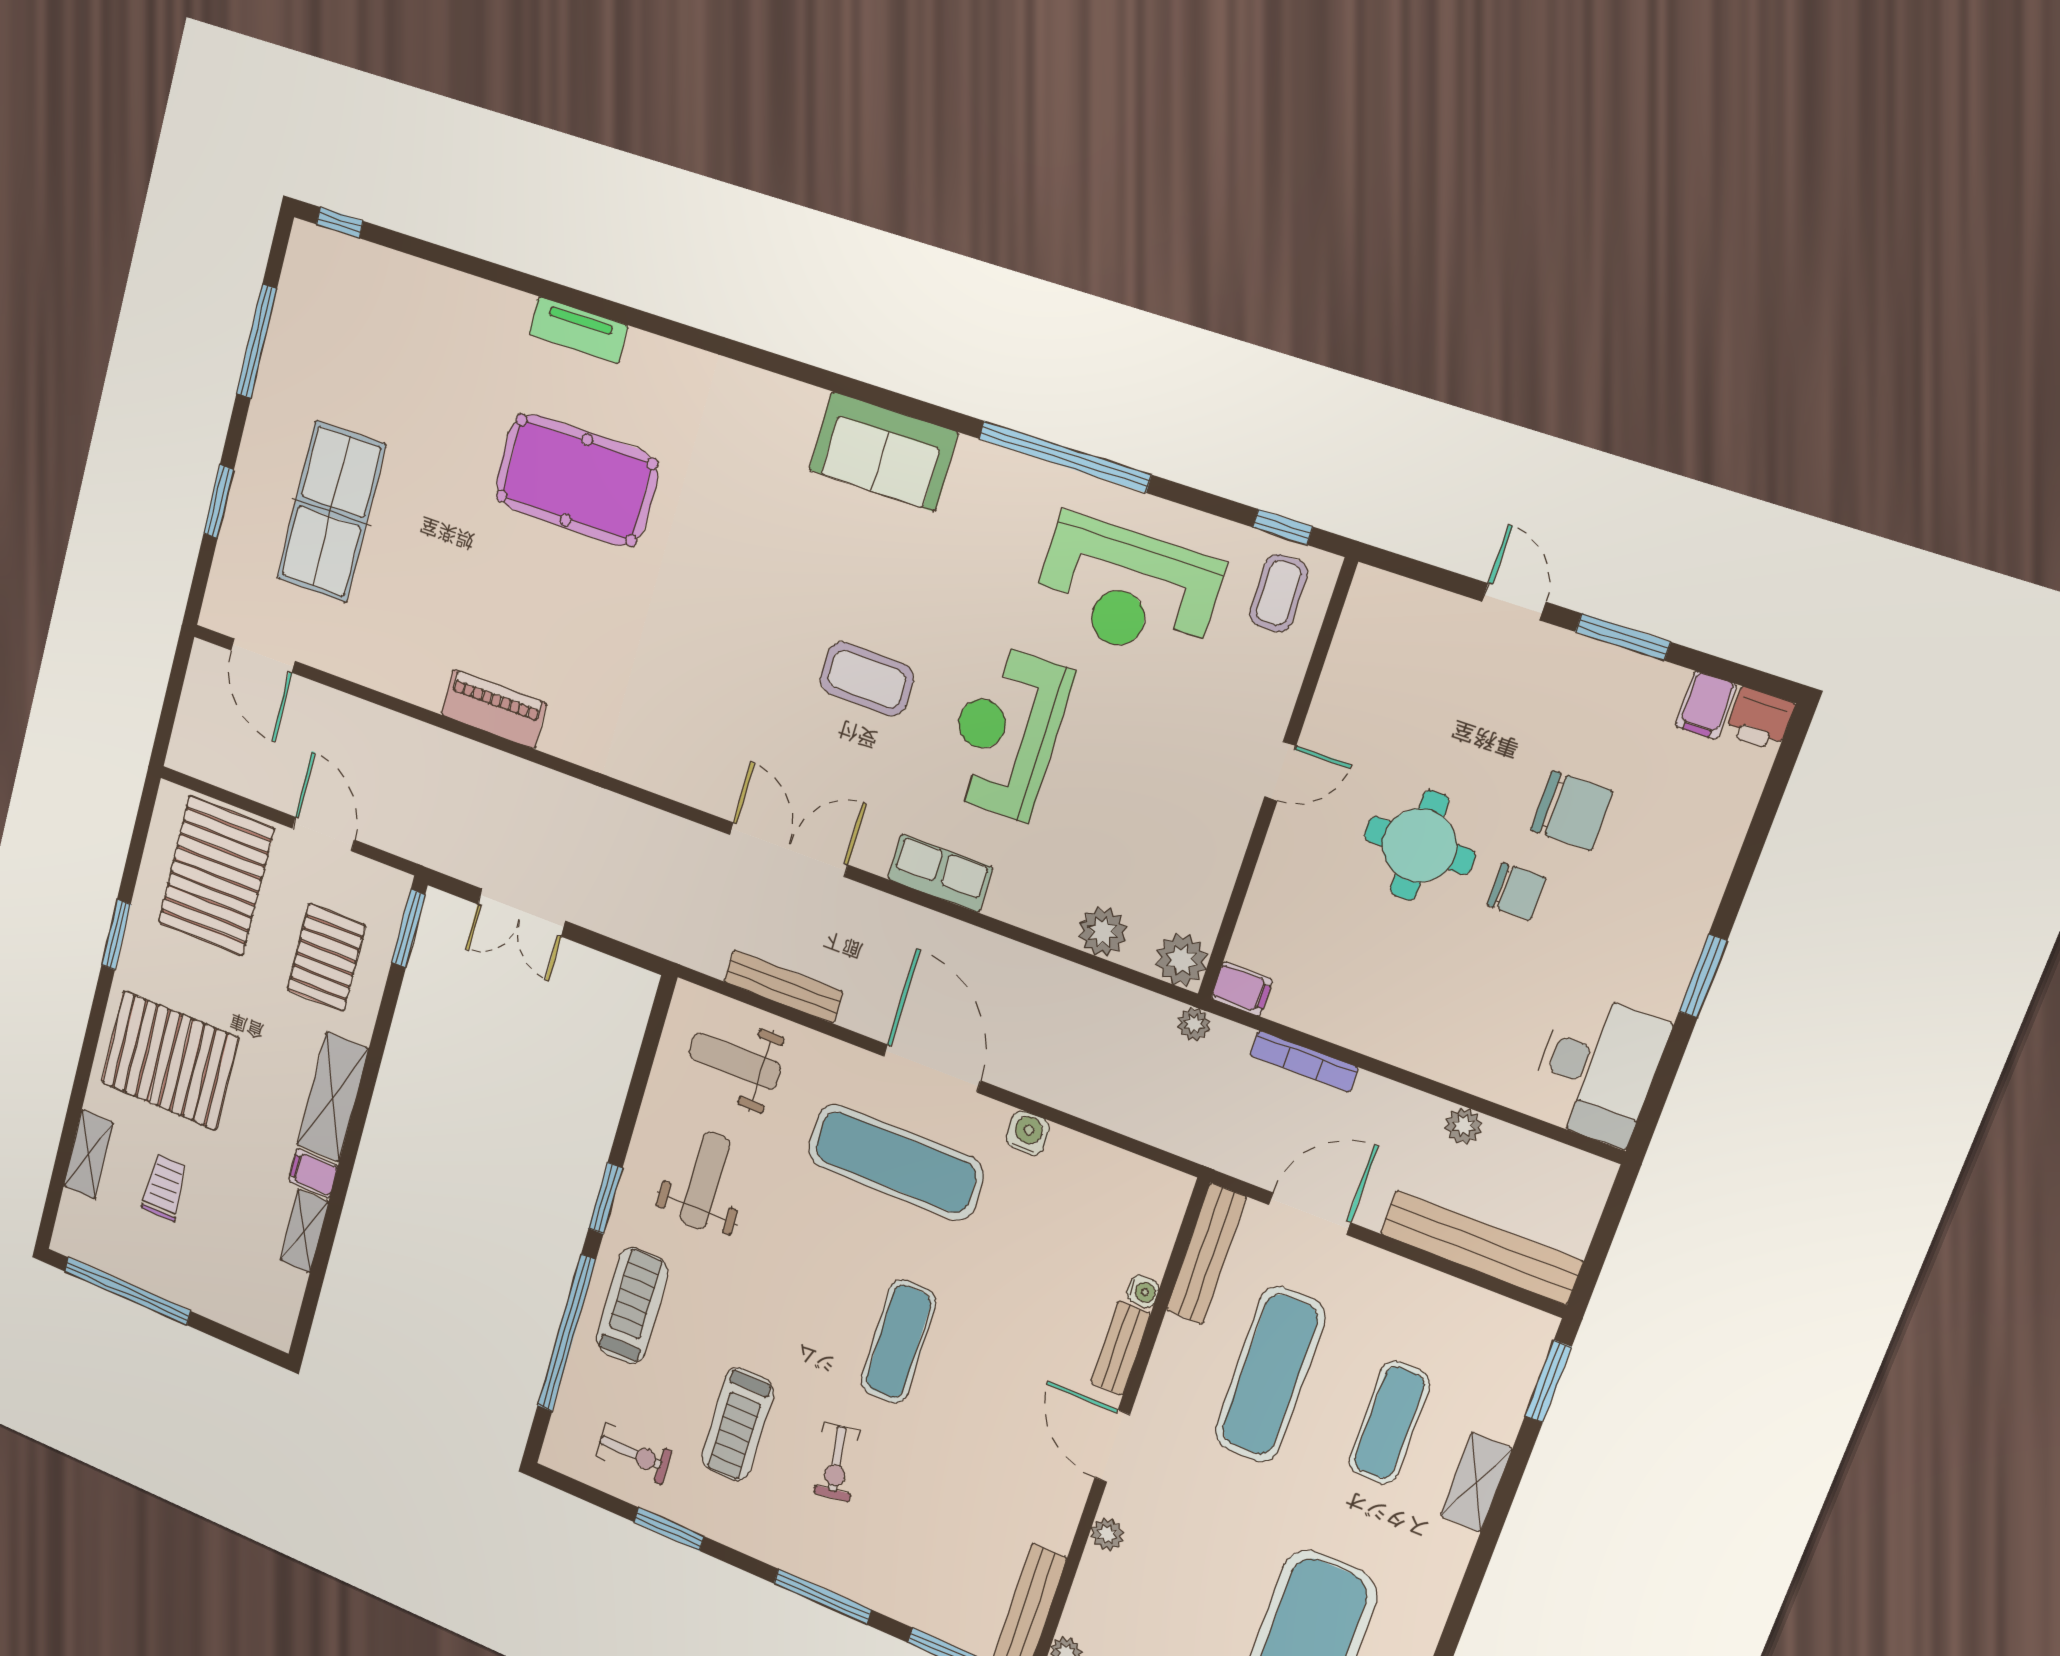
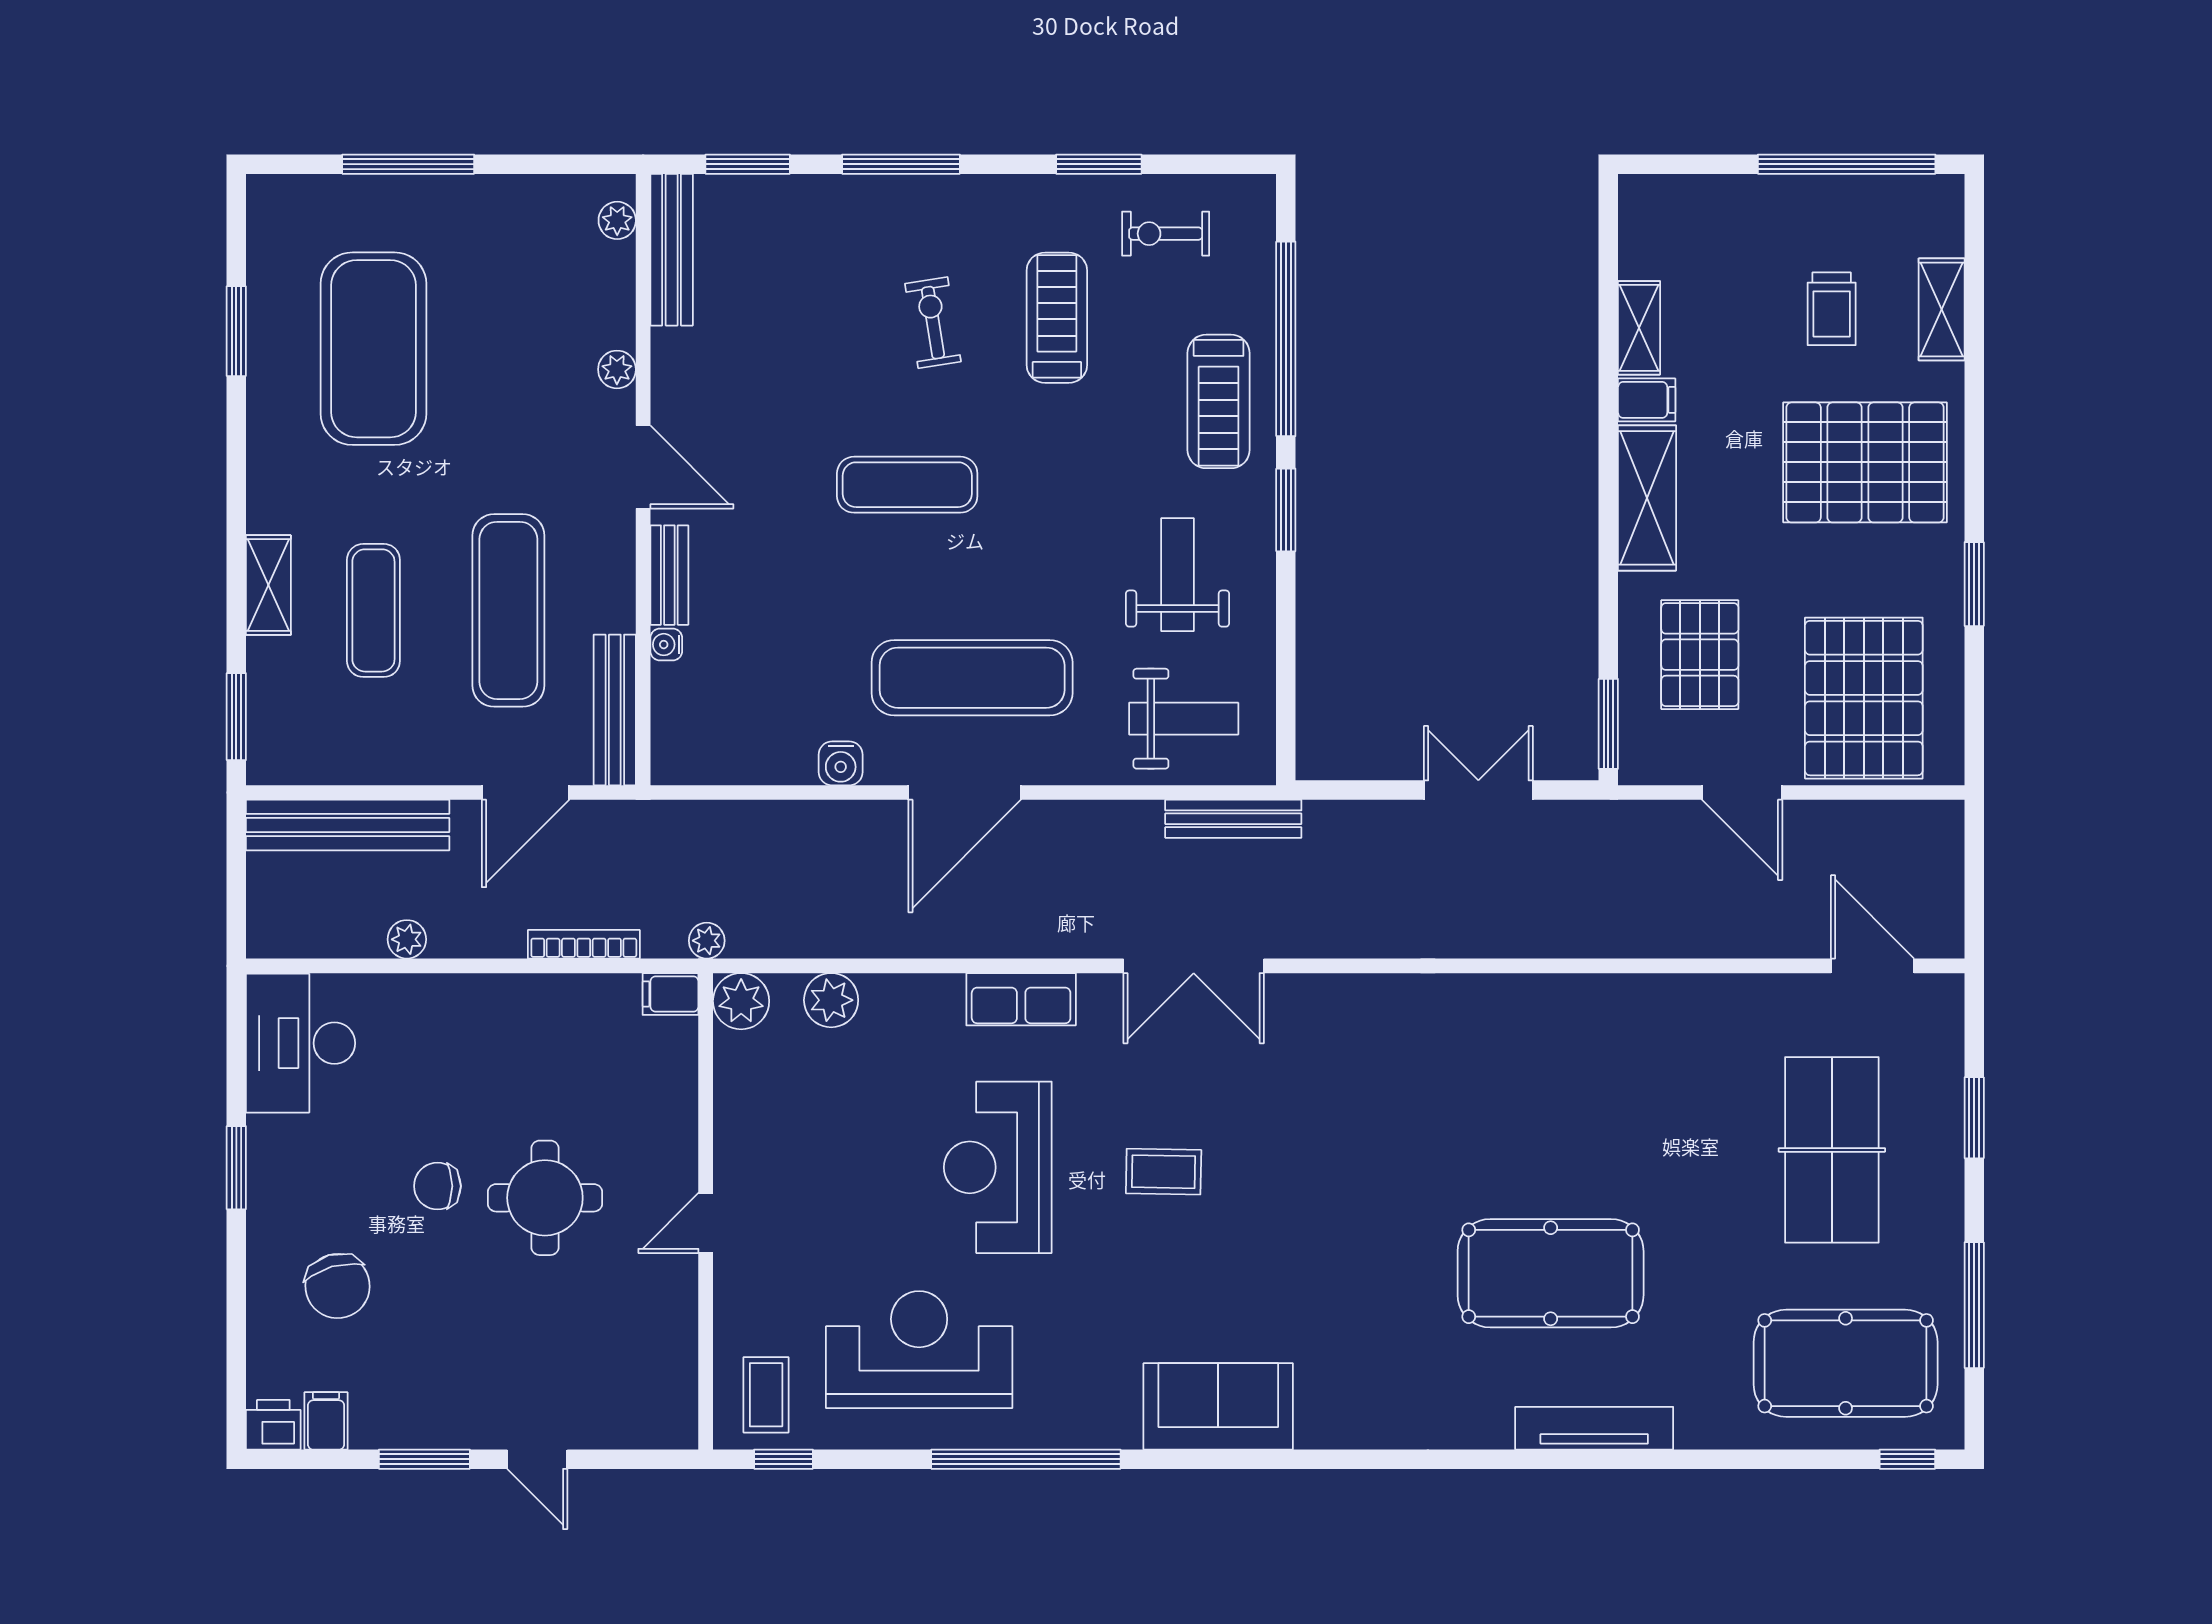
pool table: (366, 323) -> (1846, 1363), added
tv unit: (578, 330) -> (1594, 1428), width x1.41
coffee table: (867, 679) -> (1164, 1172), width x0.73, depth x0.77
piano: (494, 709) -> (1576, 1000), removed
reception desk: (1006, 732) -> (998, 1167), turned 180
chair: (1572, 811) -> (338, 1286), moved, turned -106
bench: (783, 986) -> (1233, 819), moved
door: (932, 1068) -> (965, 792), hinge flipped
weight bench: (705, 1181) -> (1178, 575), turned 180
exercise mat: (898, 1342) -> (907, 485), turned 90

